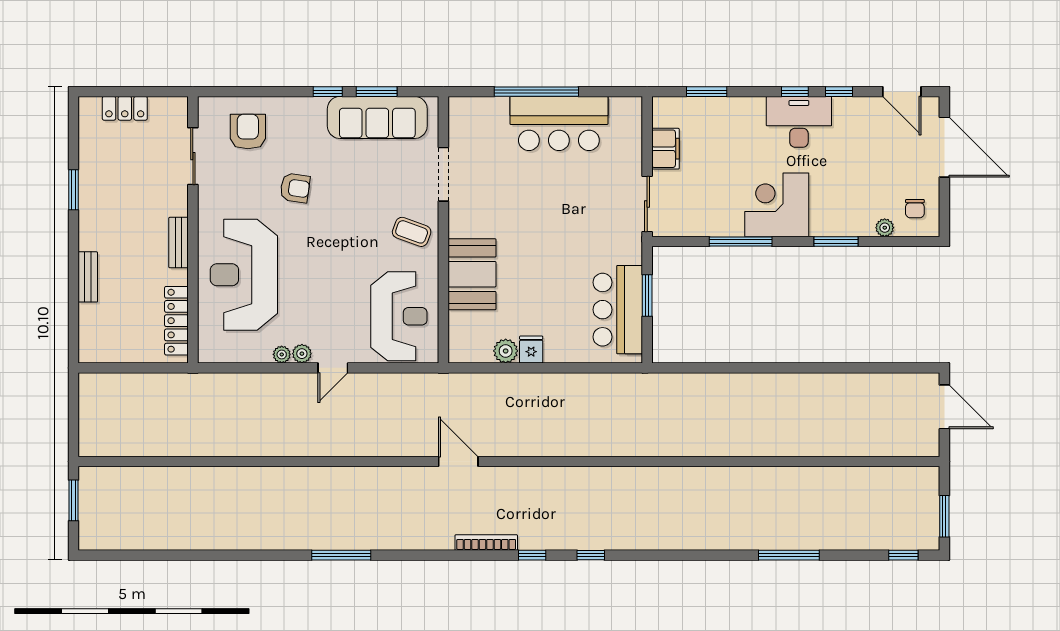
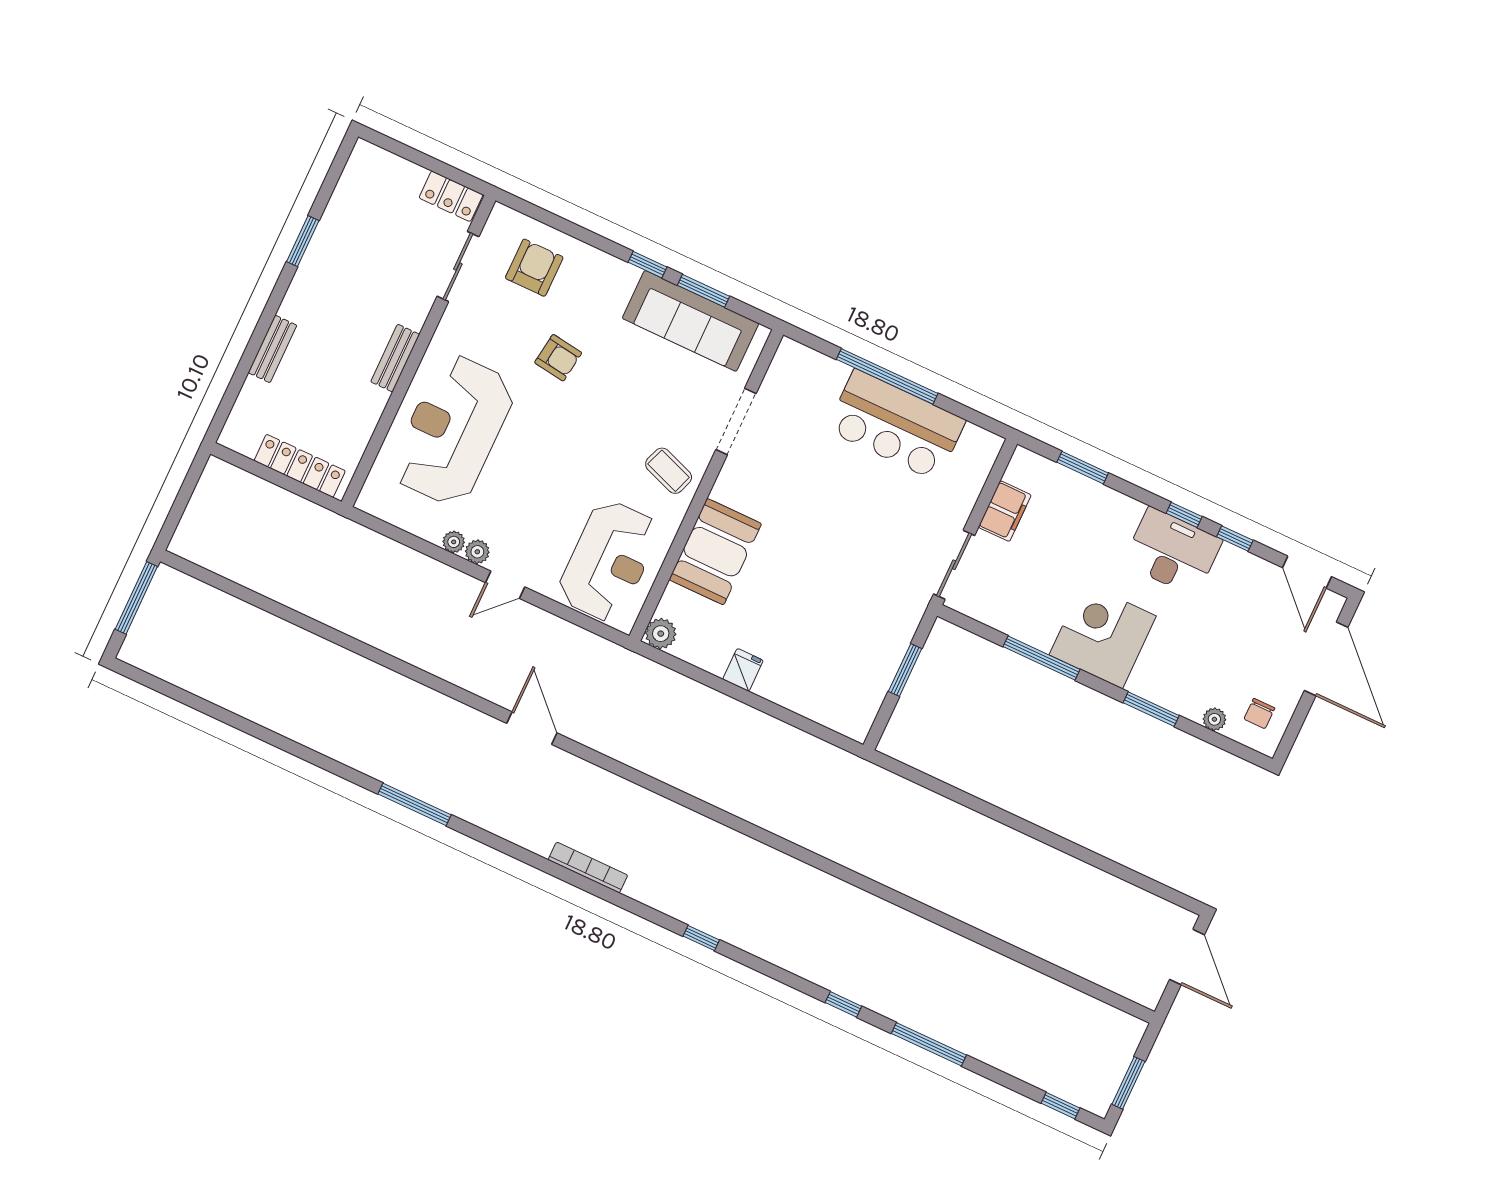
locker: (125, 108) -> (451, 196), moved
bar counter: (618, 310) -> (864, 670), removed
locker: (176, 321) -> (300, 466), moved, turned 90
plant: (506, 351) -> (661, 634), moved
door: (458, 462) -> (532, 728), moved
window: (74, 500) -> (136, 598), width x1.44
window: (532, 555) -> (843, 1004), moved

